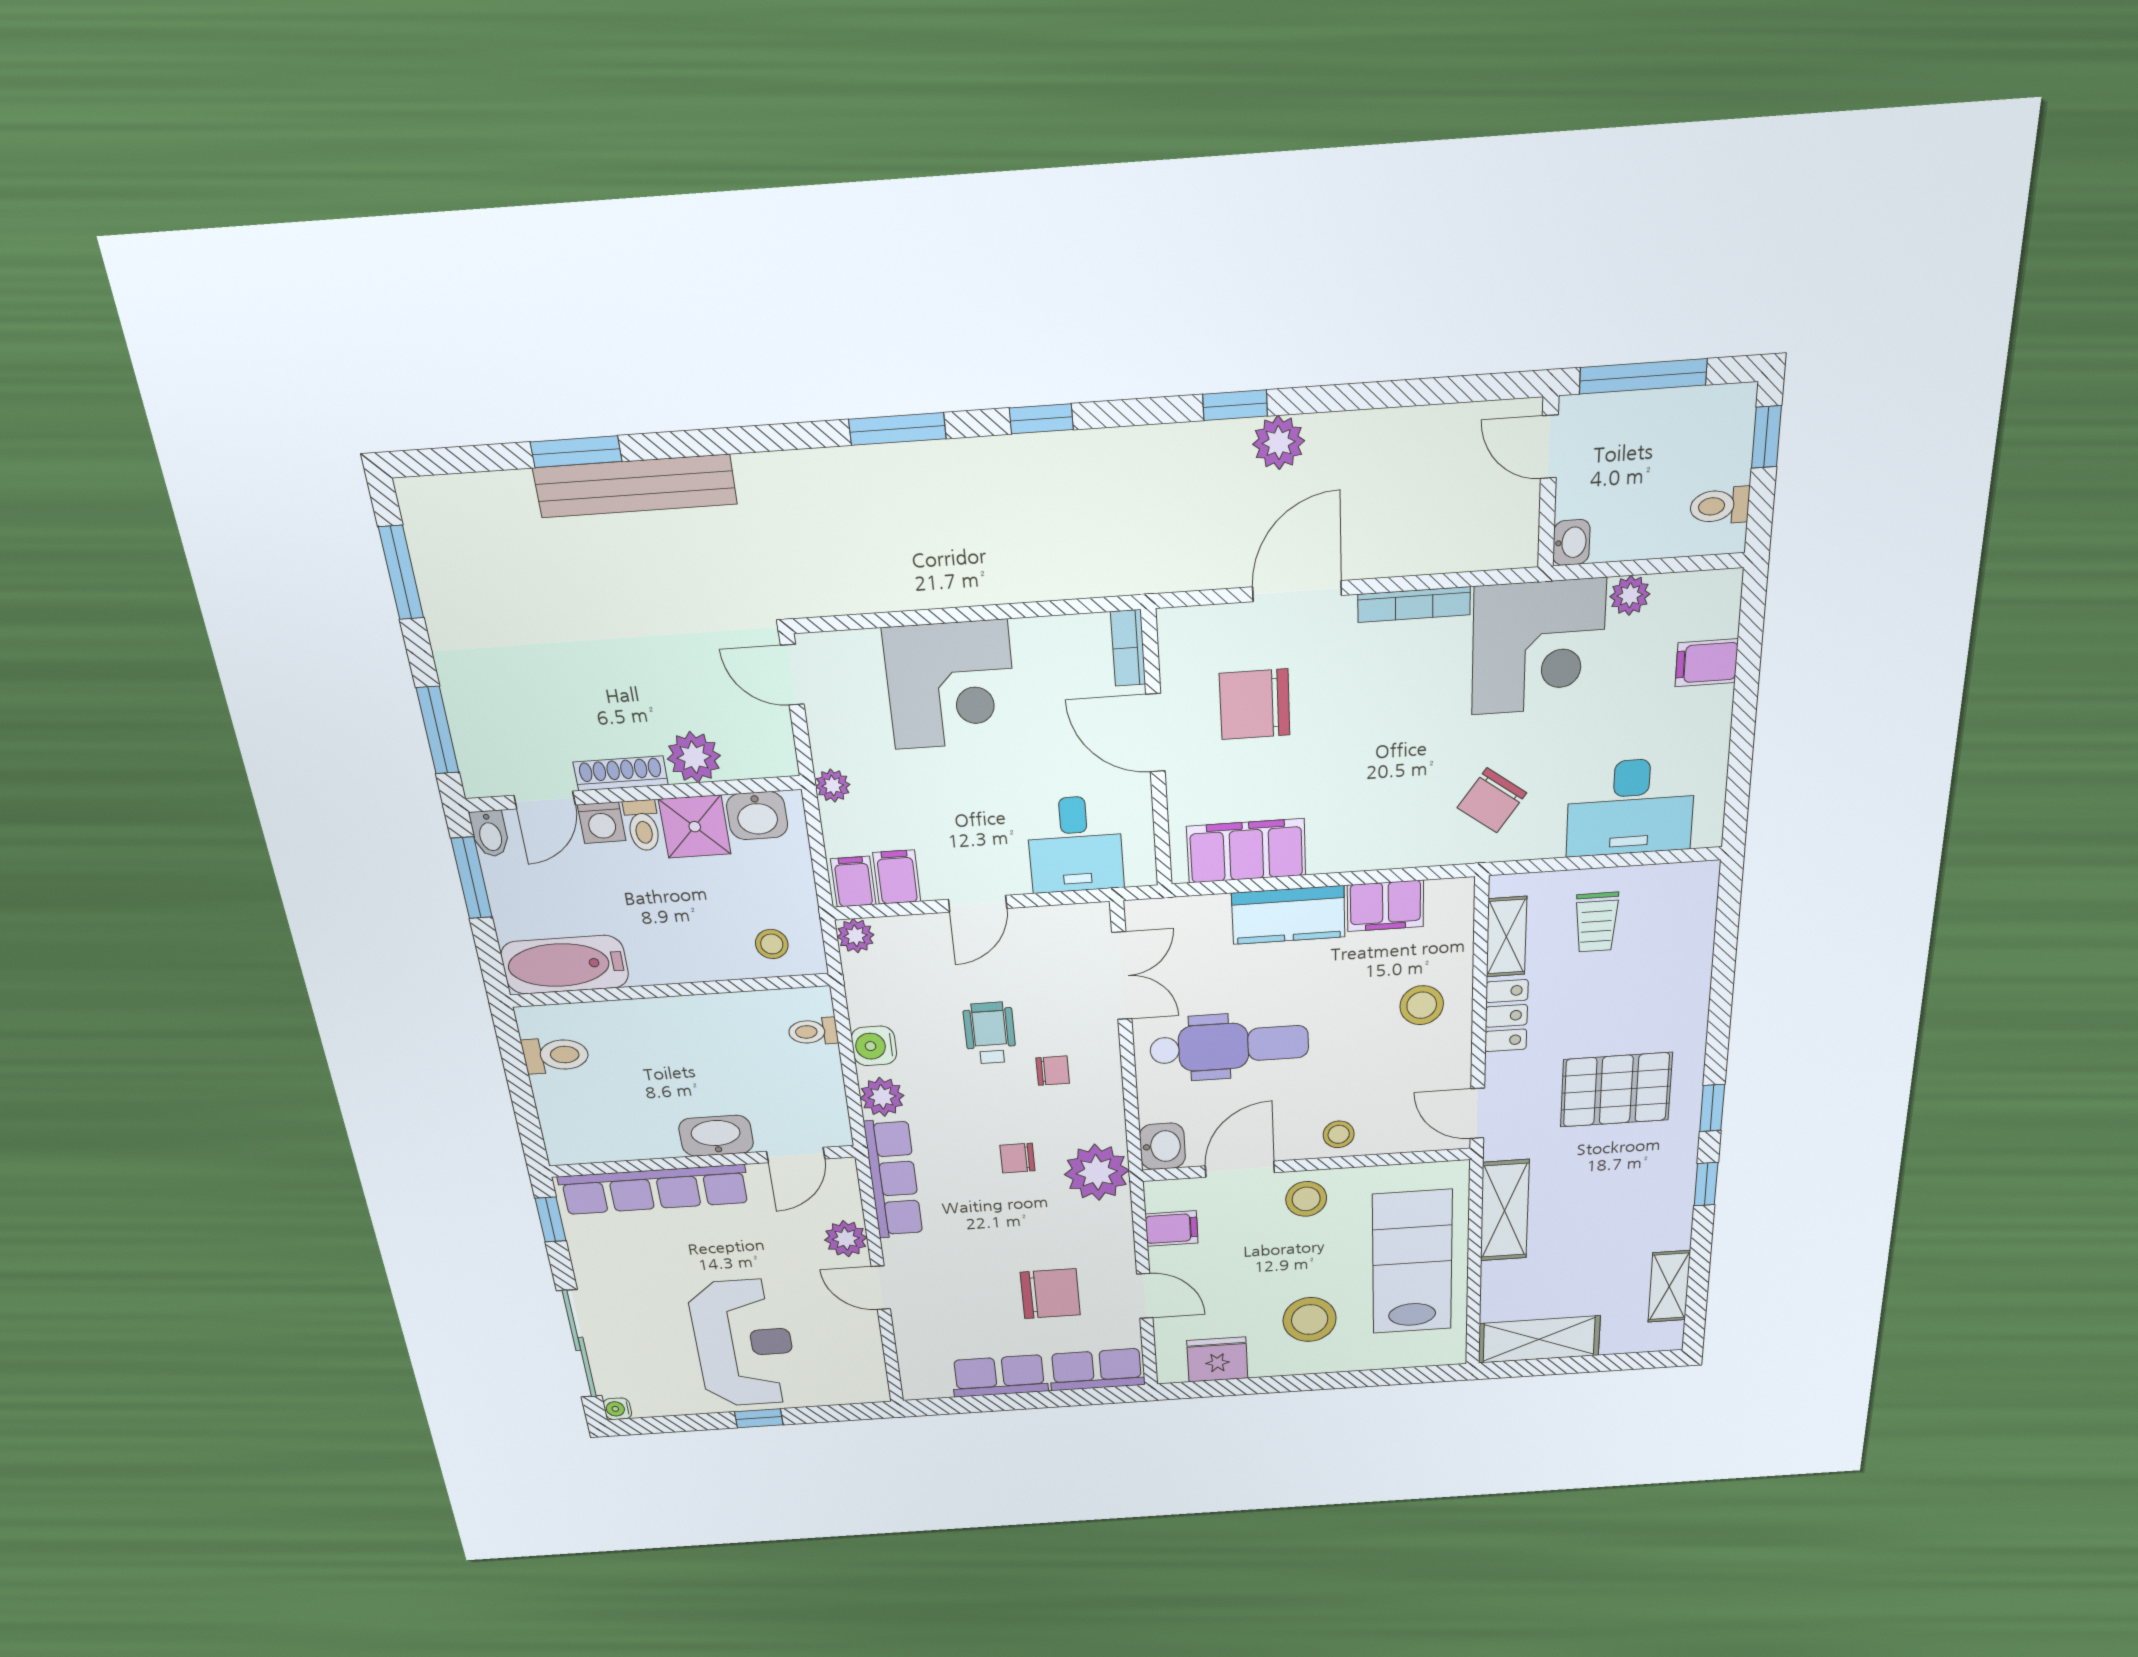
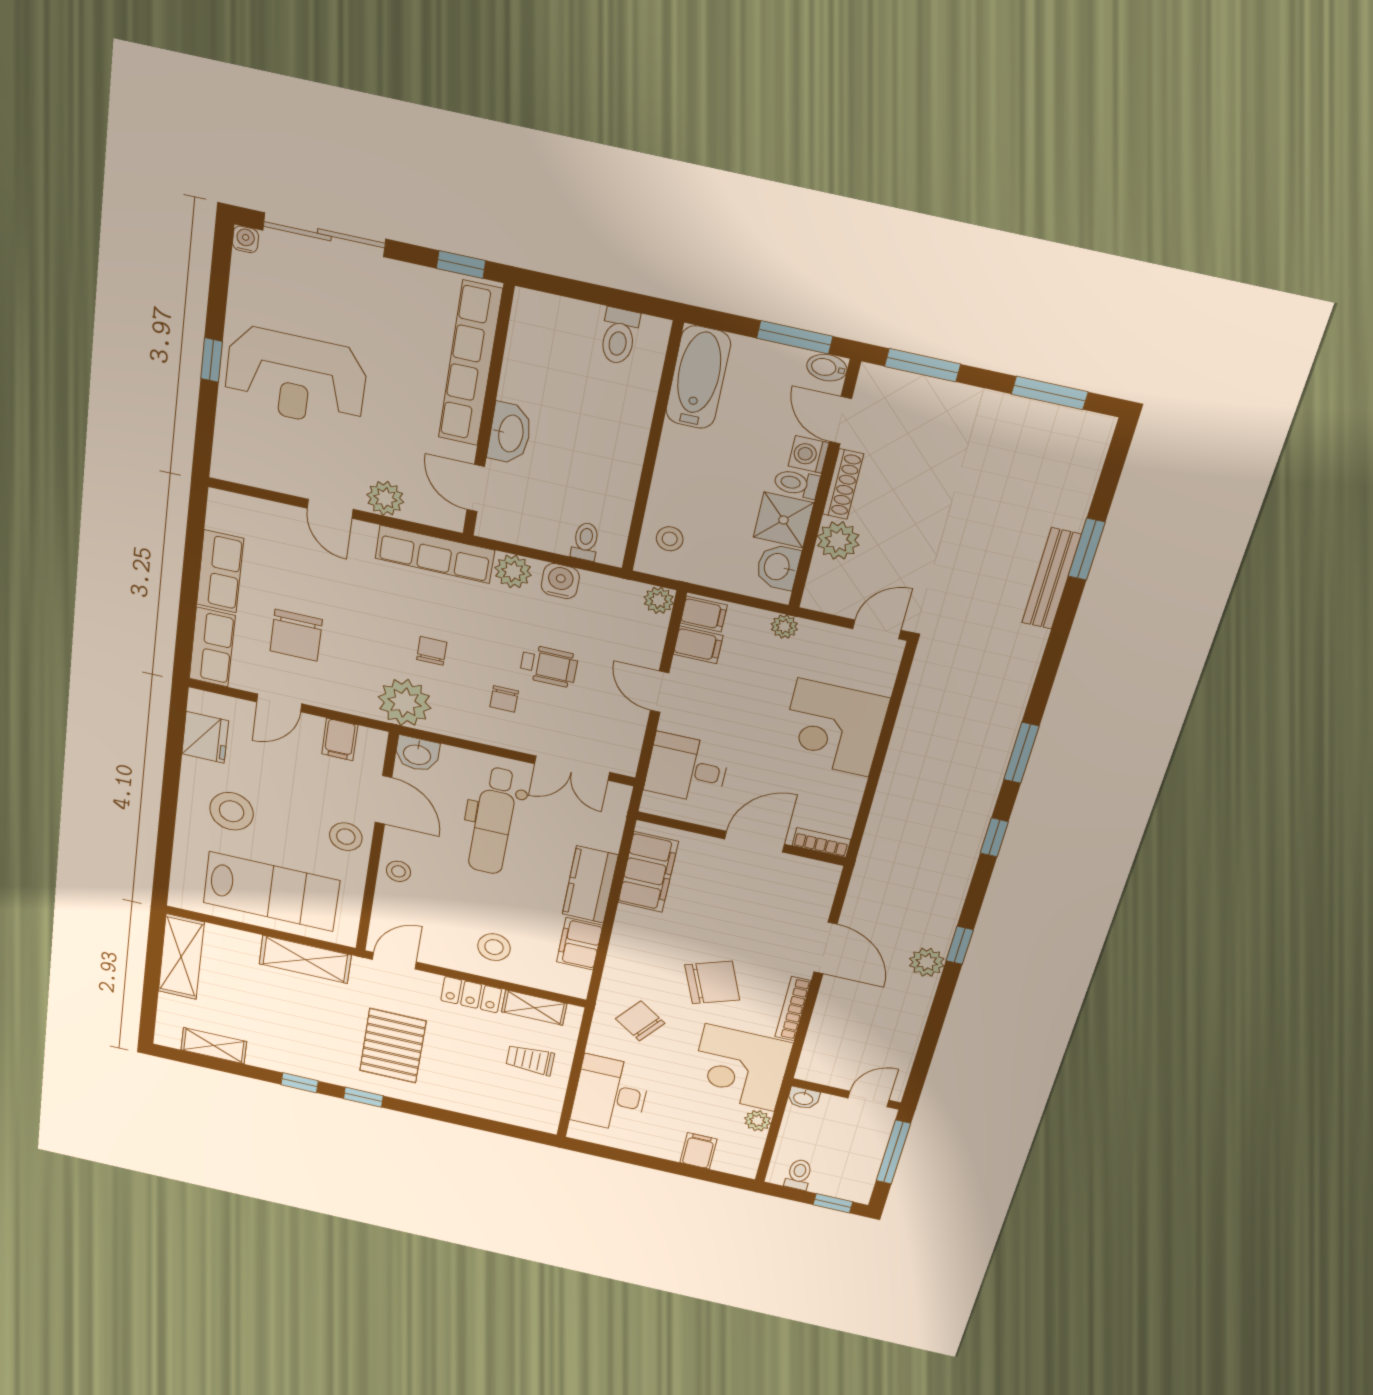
bench: (635, 486) -> (1051, 579), width x0.73, depth x0.82
chair: (1255, 704) -> (712, 982), moved, turned 69
door: (881, 1288) -> (330, 509), swing flipped

